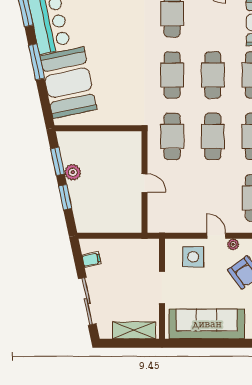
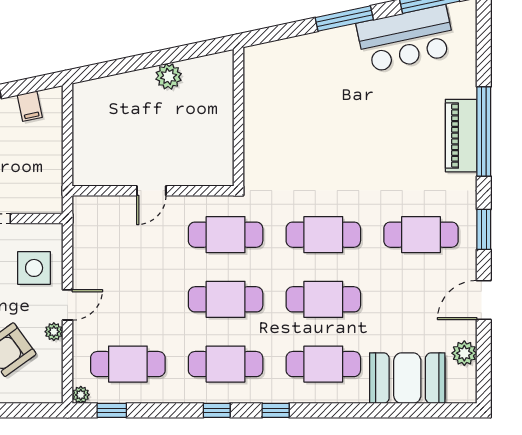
booth: (68, 83) -> (311, 69), removed
window: (58, 161) -> (186, 52), removed
window: (65, 197) -> (129, 64), removed

